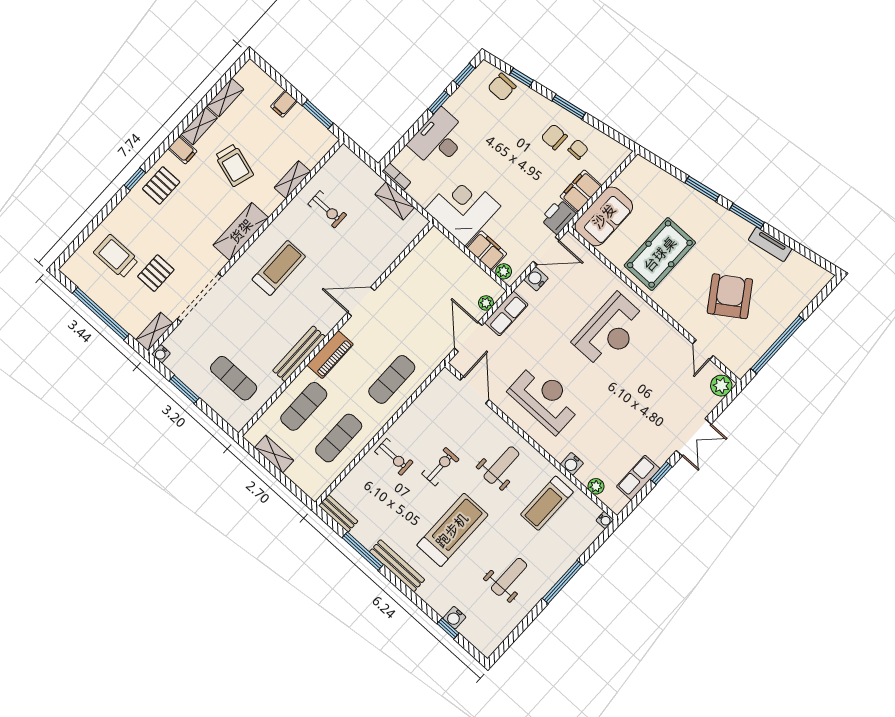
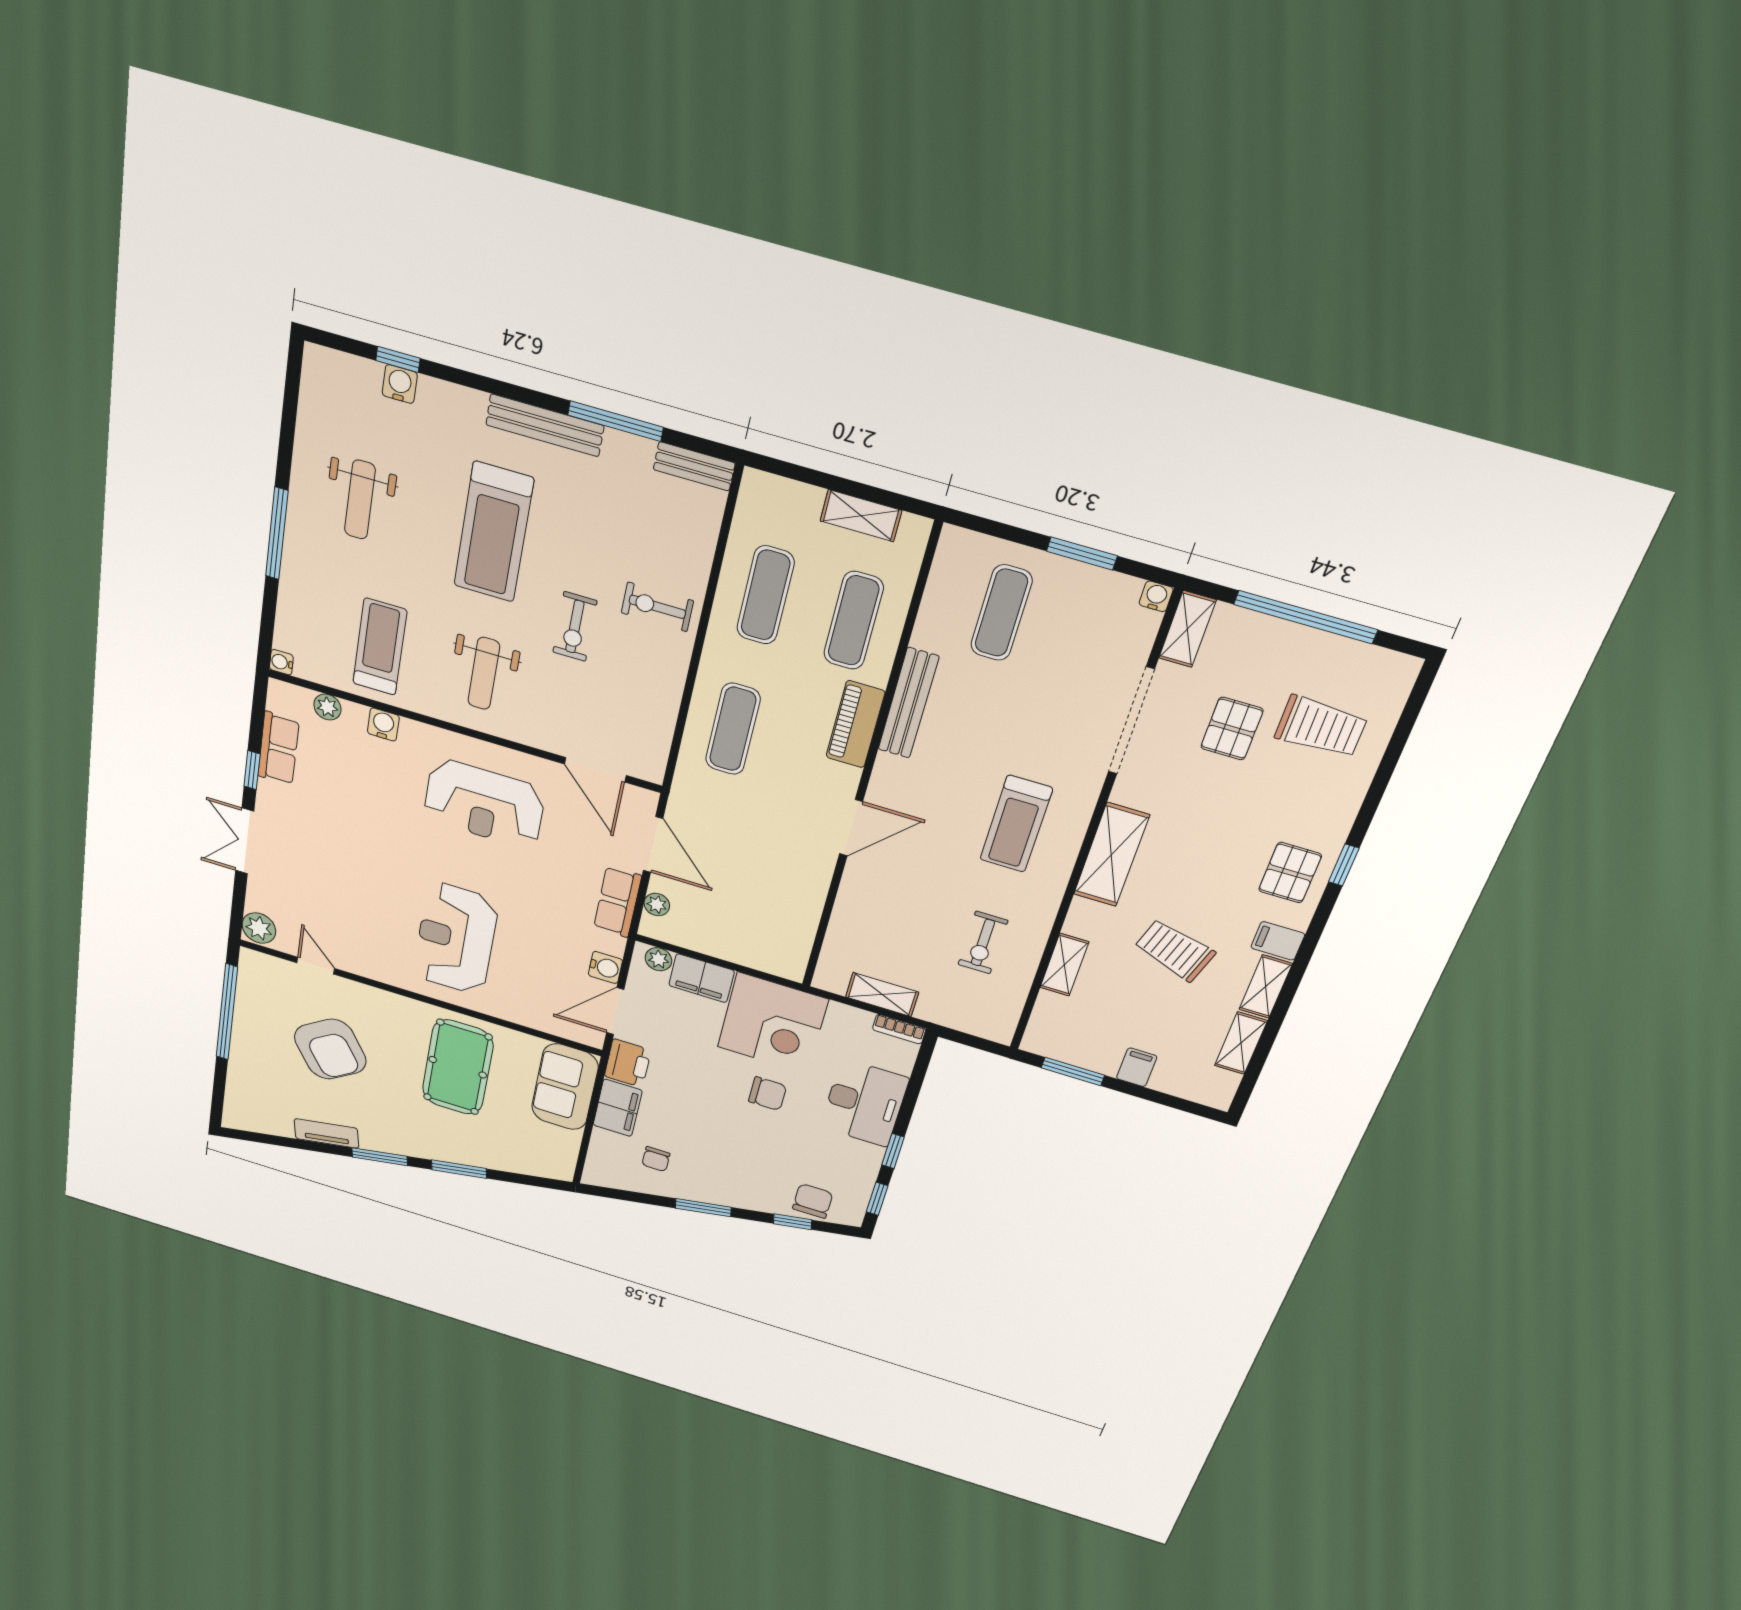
chair: (554, 137) -> (768, 1094), moved
exercise bike: (327, 209) -> (983, 943), turned -90
exercise mat: (234, 378) -> (1001, 613), turned 90

